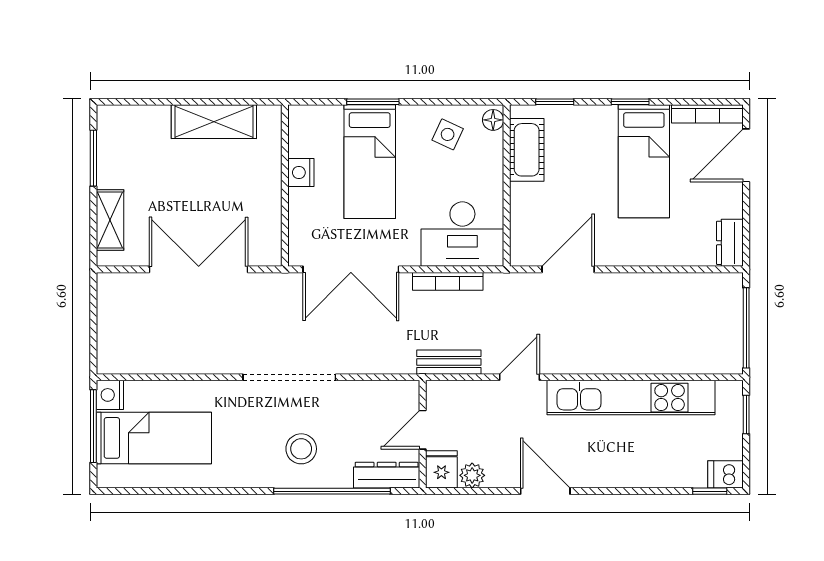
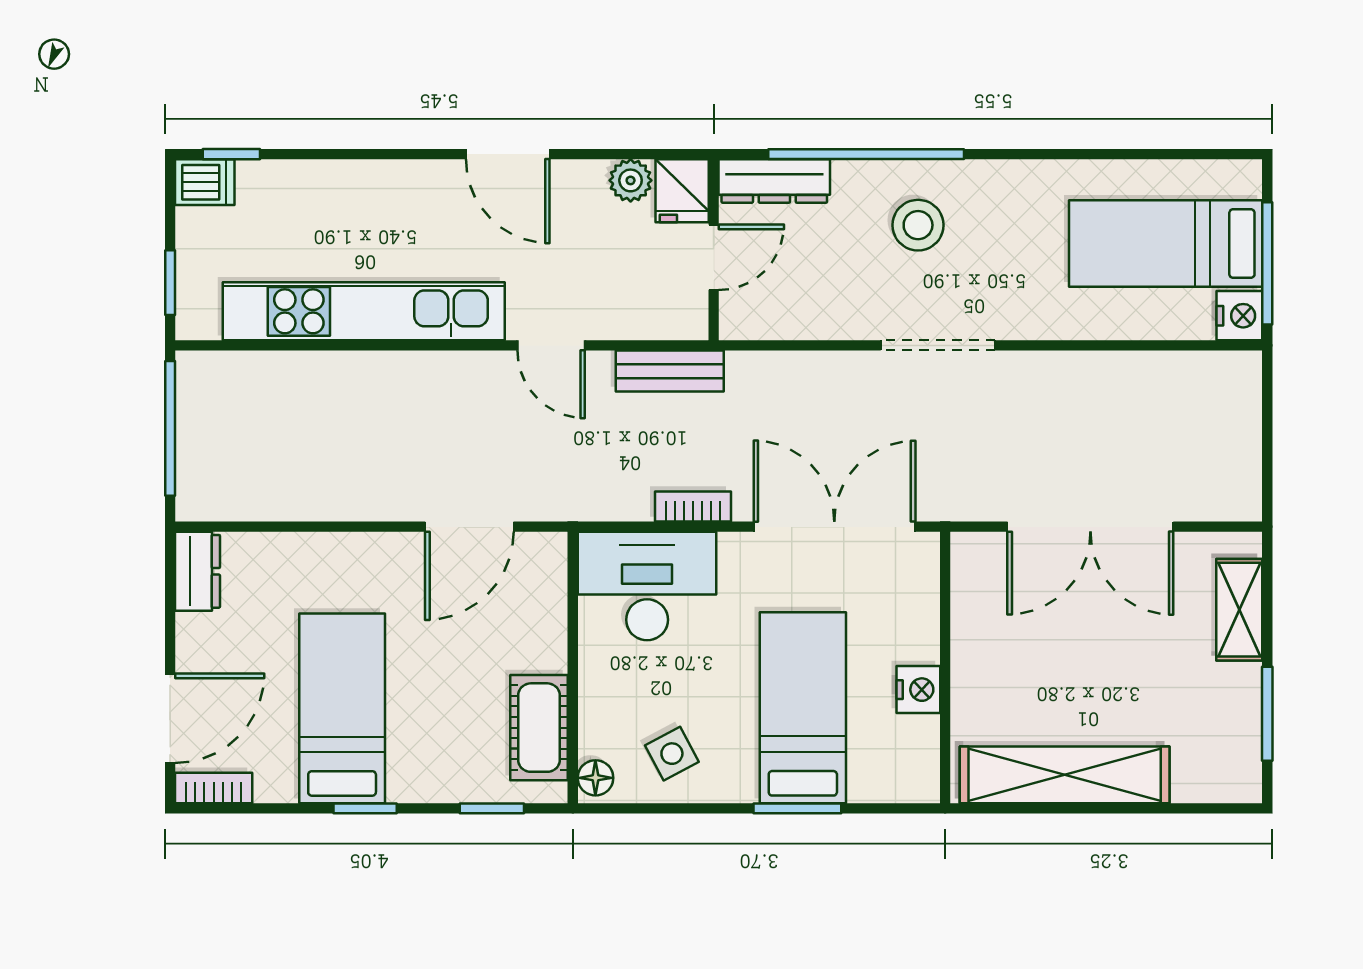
bookcase: (707, 114) -> (214, 788), width x0.64
shelving: (214, 122) -> (1065, 775), width x1.47
side table: (448, 134) -> (672, 754), turned 37
bookcase: (448, 281) -> (693, 506), width x0.64
doorway: (289, 377) -> (938, 345), width x0.73
door: (519, 377) -> (551, 345), hinge flipped

